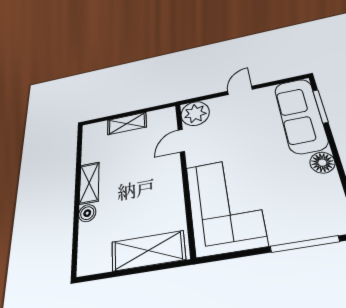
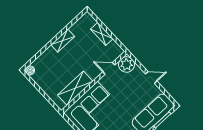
boiler: (87, 213) -> (30, 70), moved
shelving: (148, 251) -> (75, 88), moved, turned 90

